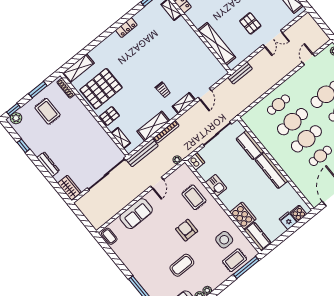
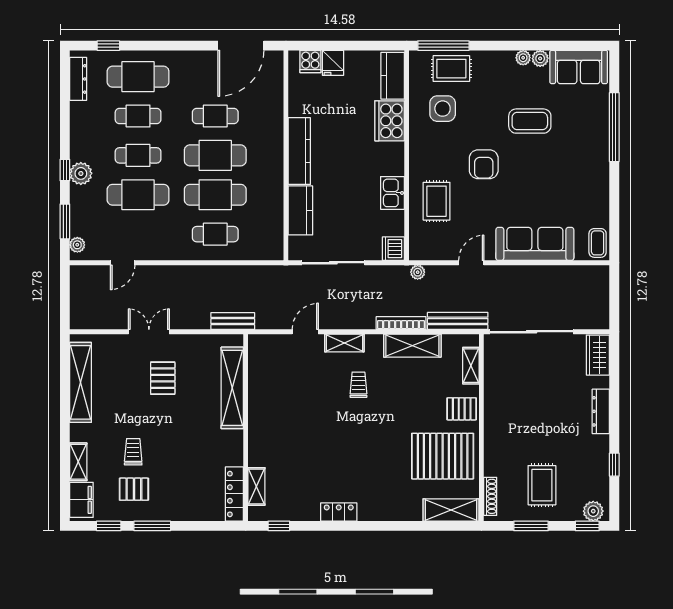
sofa: (136, 214) -> (535, 244), width x1.36

